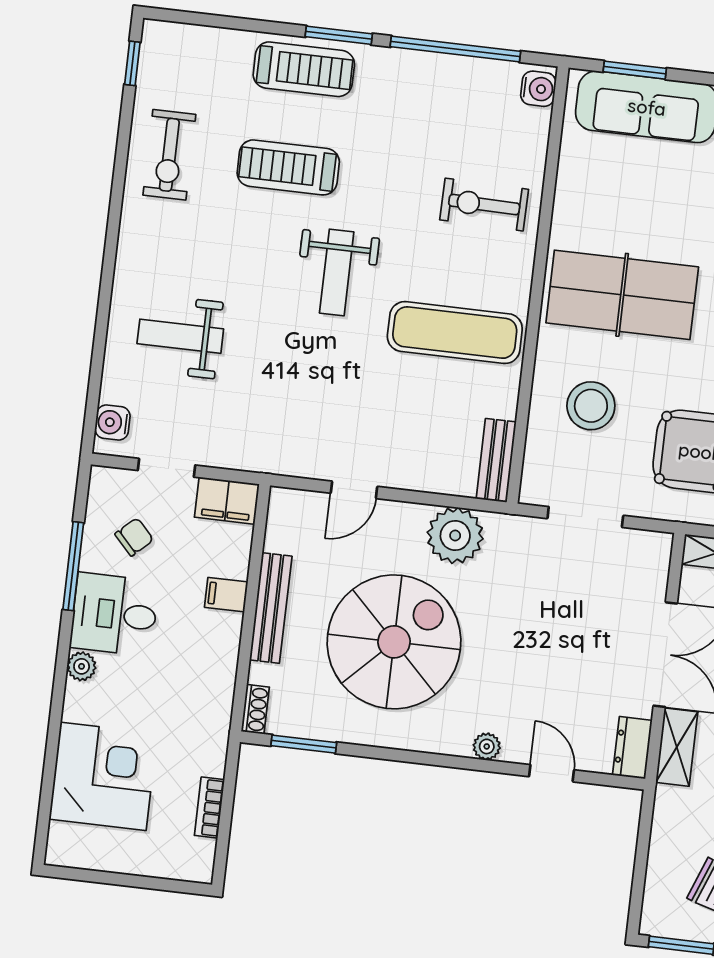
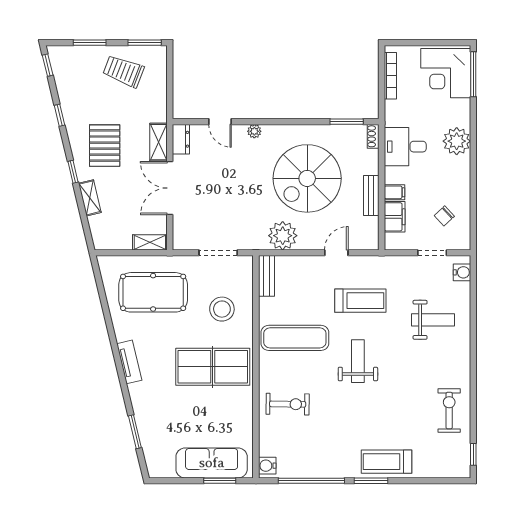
treadmill: (288, 167) -> (360, 301), moved
filing cabinet: (227, 501) -> (395, 217), moved, turned 90
window: (73, 566) -> (473, 74), moved
bench: (271, 608) -> (371, 196), width x0.73
desk: (114, 614) -> (405, 147), moved, turned 180
plant: (82, 666) -> (457, 141), width x1.87, depth x1.87
corner desk: (103, 776) -> (446, 73), moved
bookcase: (210, 808) -> (390, 76), width x1.56

